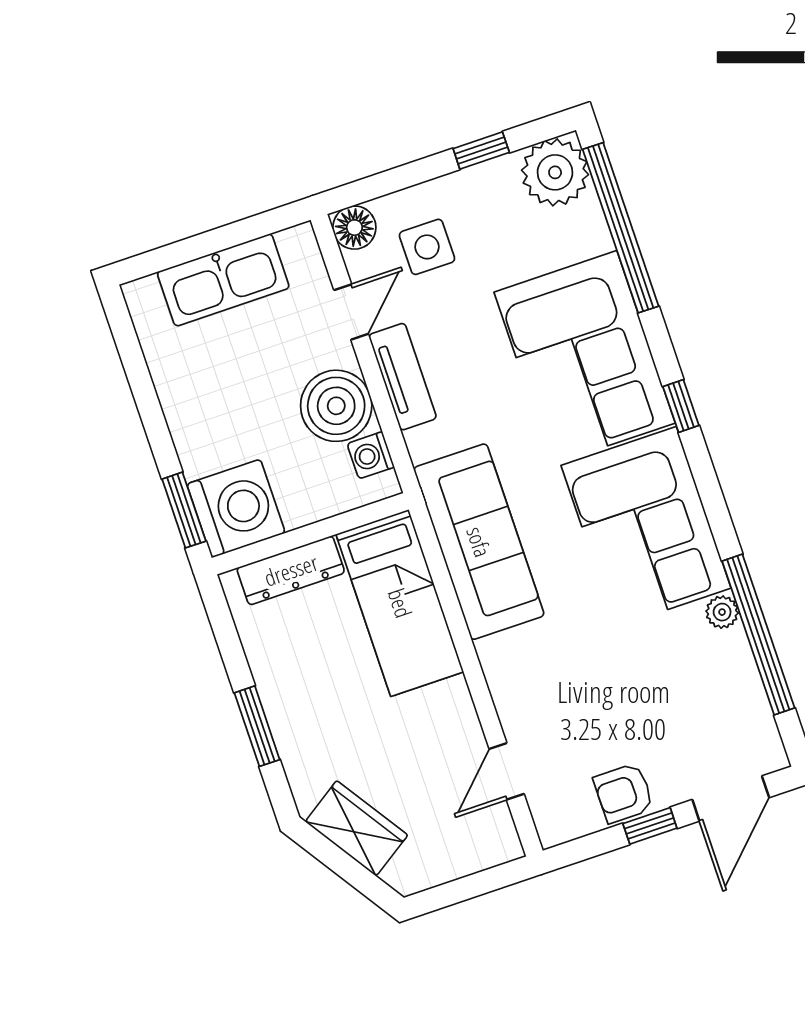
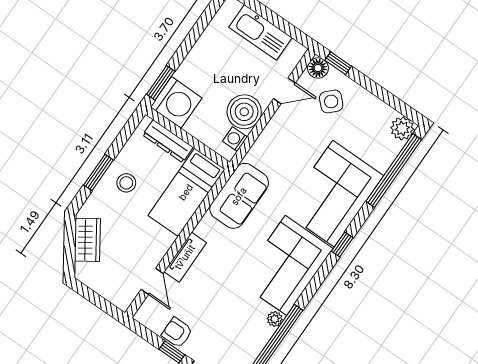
window: (481, 151) -> (338, 63), moved
plant: (555, 172) -> (402, 128), width x0.73, depth x0.73
side table: (427, 247) -> (331, 101), turned 45
tv unit: (403, 377) -> (185, 257), moved
sofa: (479, 542) -> (239, 196), width x0.73
stool: (309, 692) -> (126, 183), added
door: (507, 771) -> (152, 281), swing flipped

